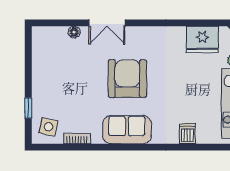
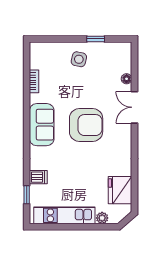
window: (28, 108) -> (96, 39), moved
side table: (48, 127) -> (79, 59), moved
window: (208, 147) -> (27, 195), added

